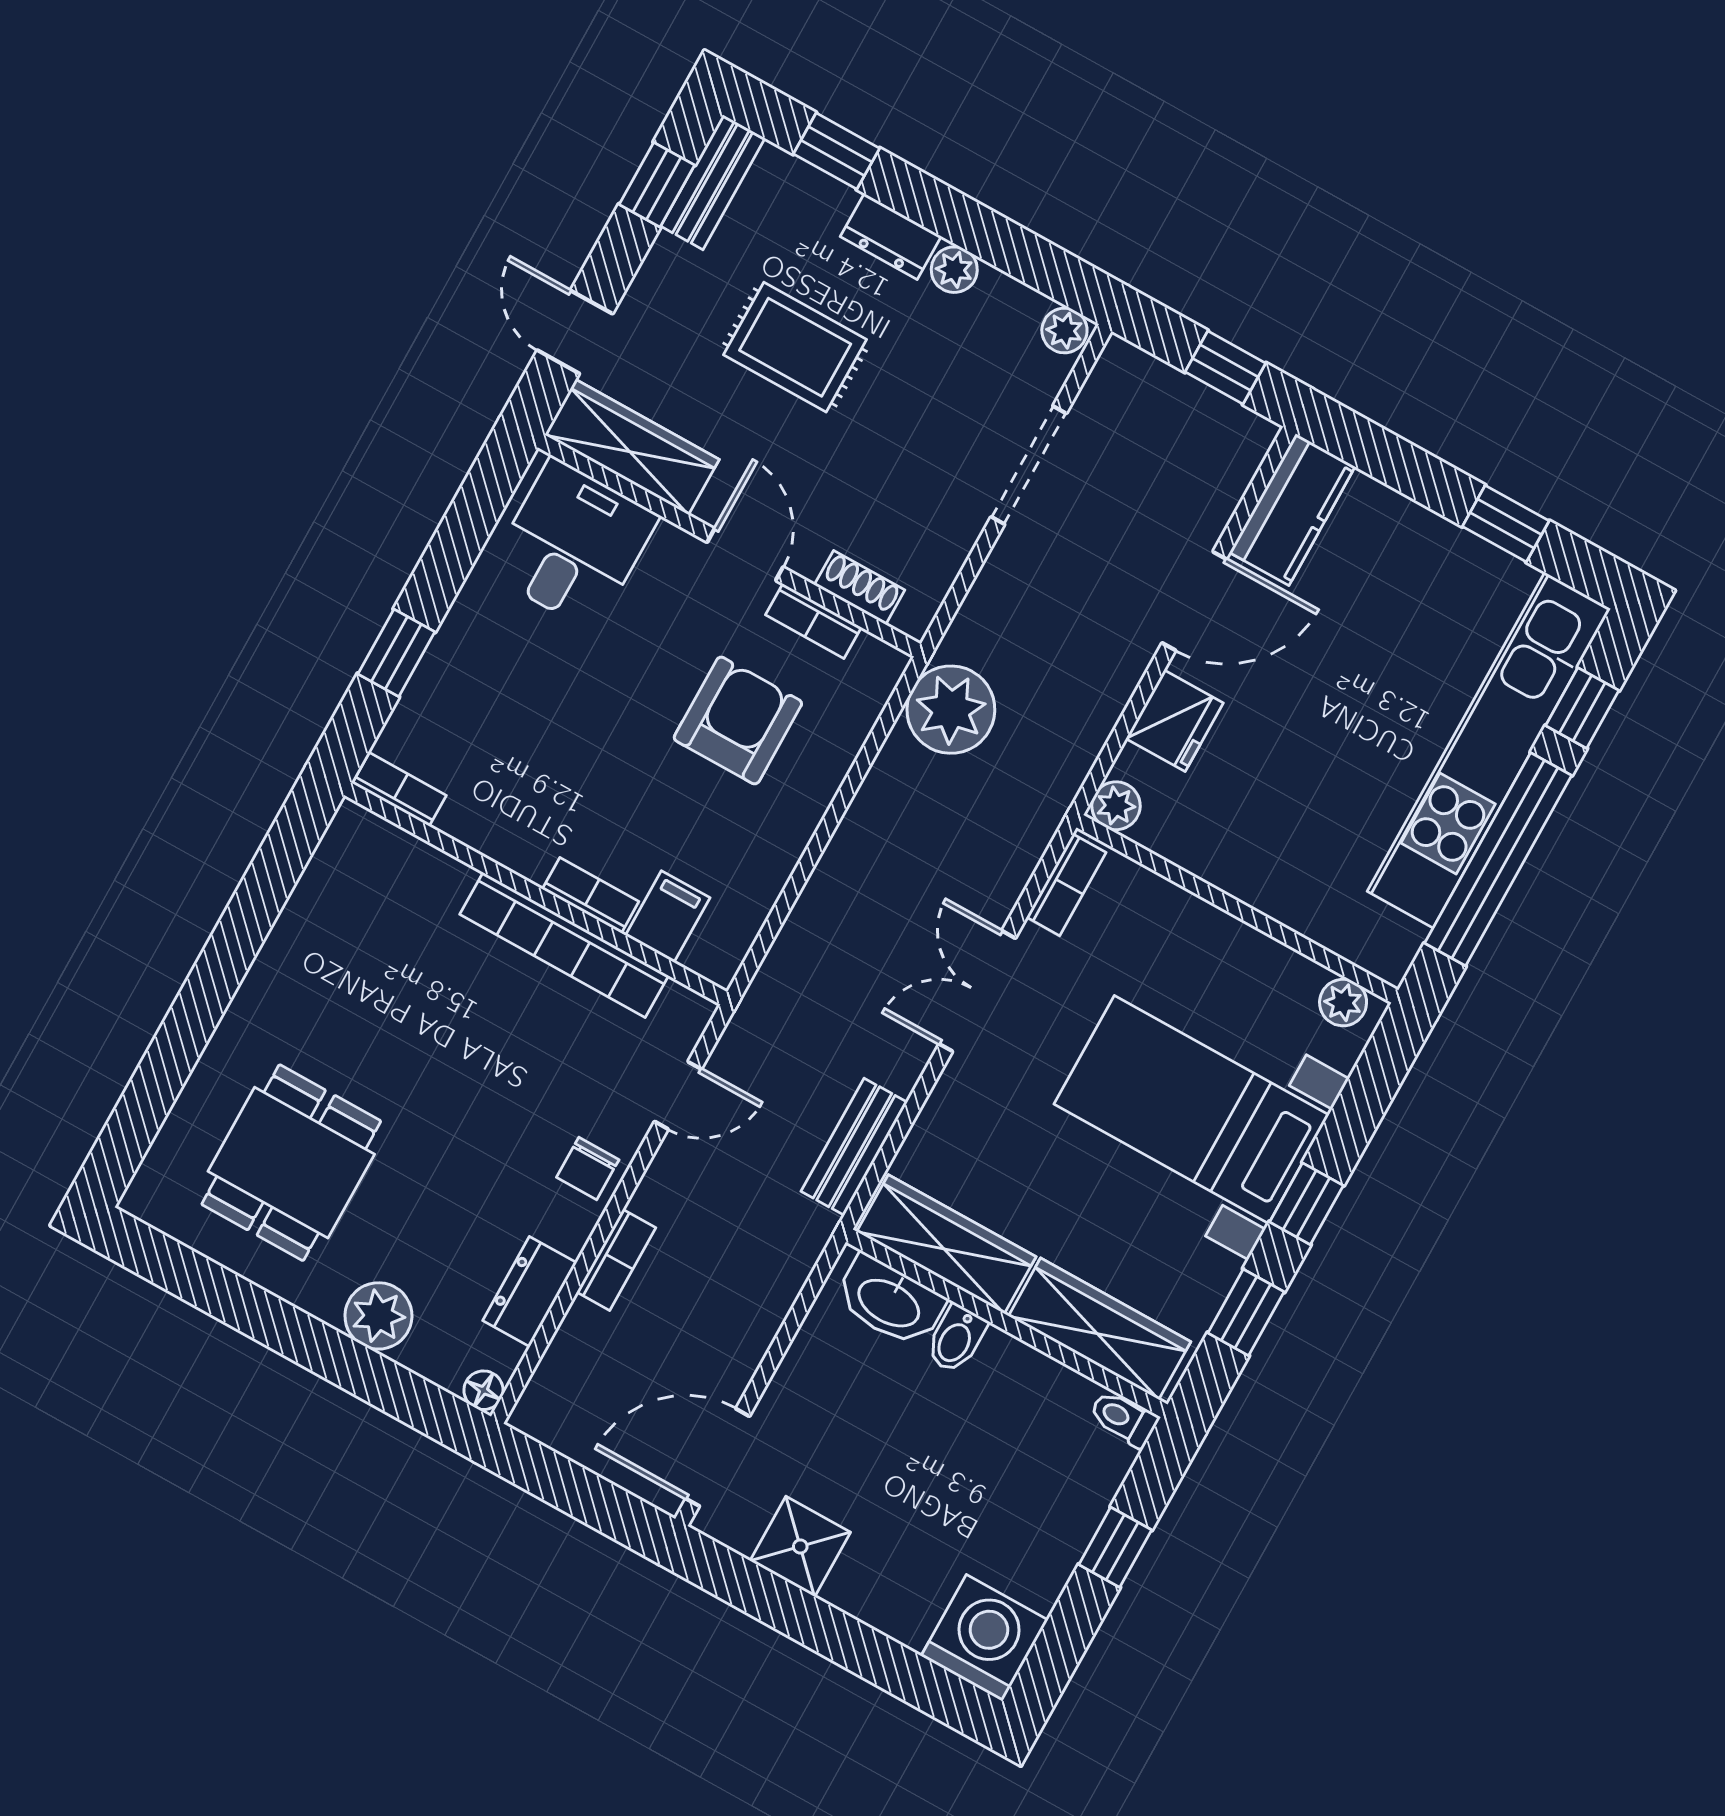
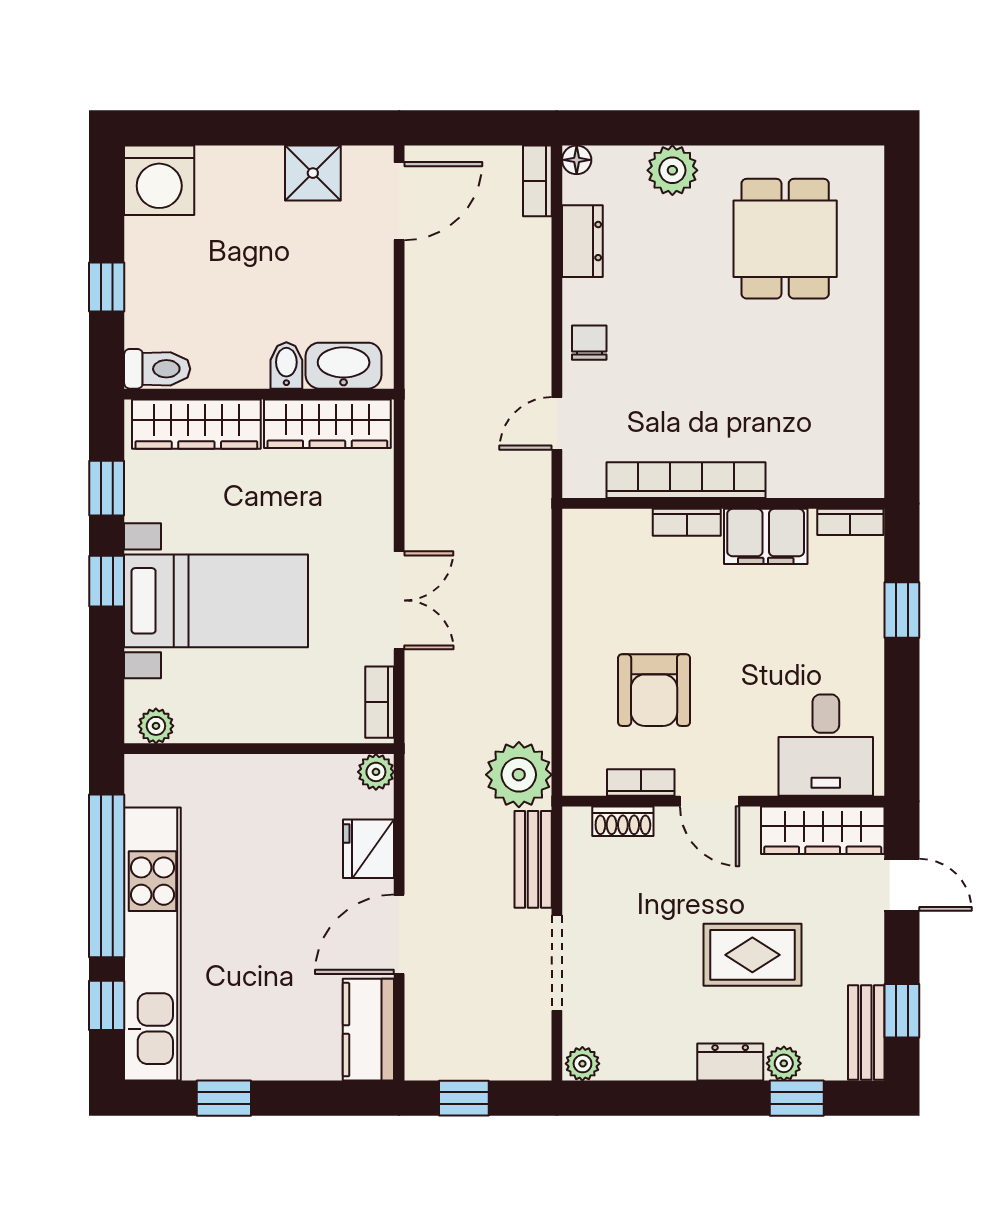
plant: (954, 270) -> (784, 1063), moved
filing cabinet: (668, 917) -> (766, 536), moved, width x2.00
bench: (854, 1147) -> (533, 859), moved
bookcase: (616, 1260) -> (537, 181), moved
toilet: (1124, 1419) -> (157, 369), width x1.37, depth x1.39

